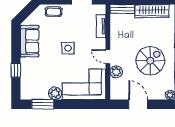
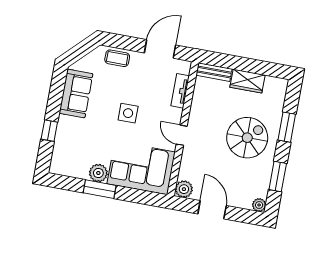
wardrobe: (152, 11) -> (248, 81), width x0.67
spiral stairs: (150, 61) -> (247, 138), moved
plant: (116, 72) -> (184, 189), moved
window: (43, 104) -> (100, 189), moved

